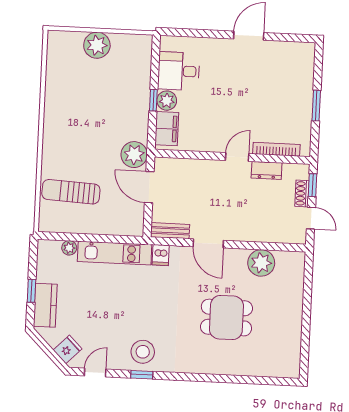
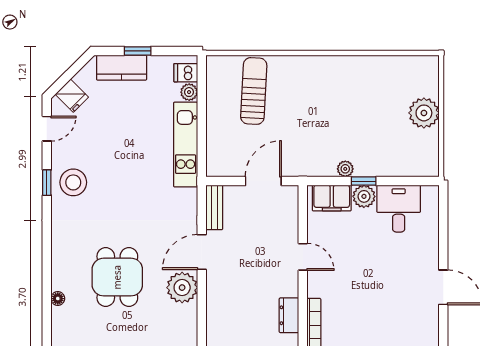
plant: (134, 155) -> (345, 169), moved, width x0.53, depth x0.53
door: (237, 157) -> (303, 257), moved
dishwasher: (161, 255) -> (186, 73), moved
plant: (261, 263) -> (182, 288), moved
floor lamp: (243, 370) -> (58, 299), added
door: (95, 373) -> (47, 129), hinge flipped

